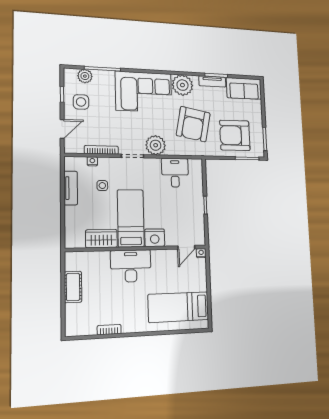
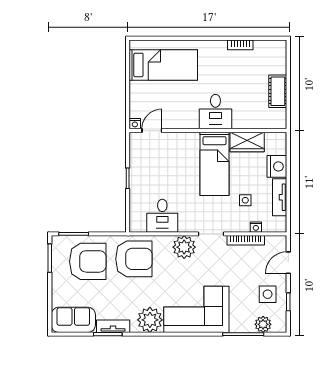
armchair: (193, 124) -> (134, 259), moved, turned 79
nightstand: (155, 238) -> (277, 166), moved, turned 90
desk: (131, 266) -> (215, 112), width x0.73

